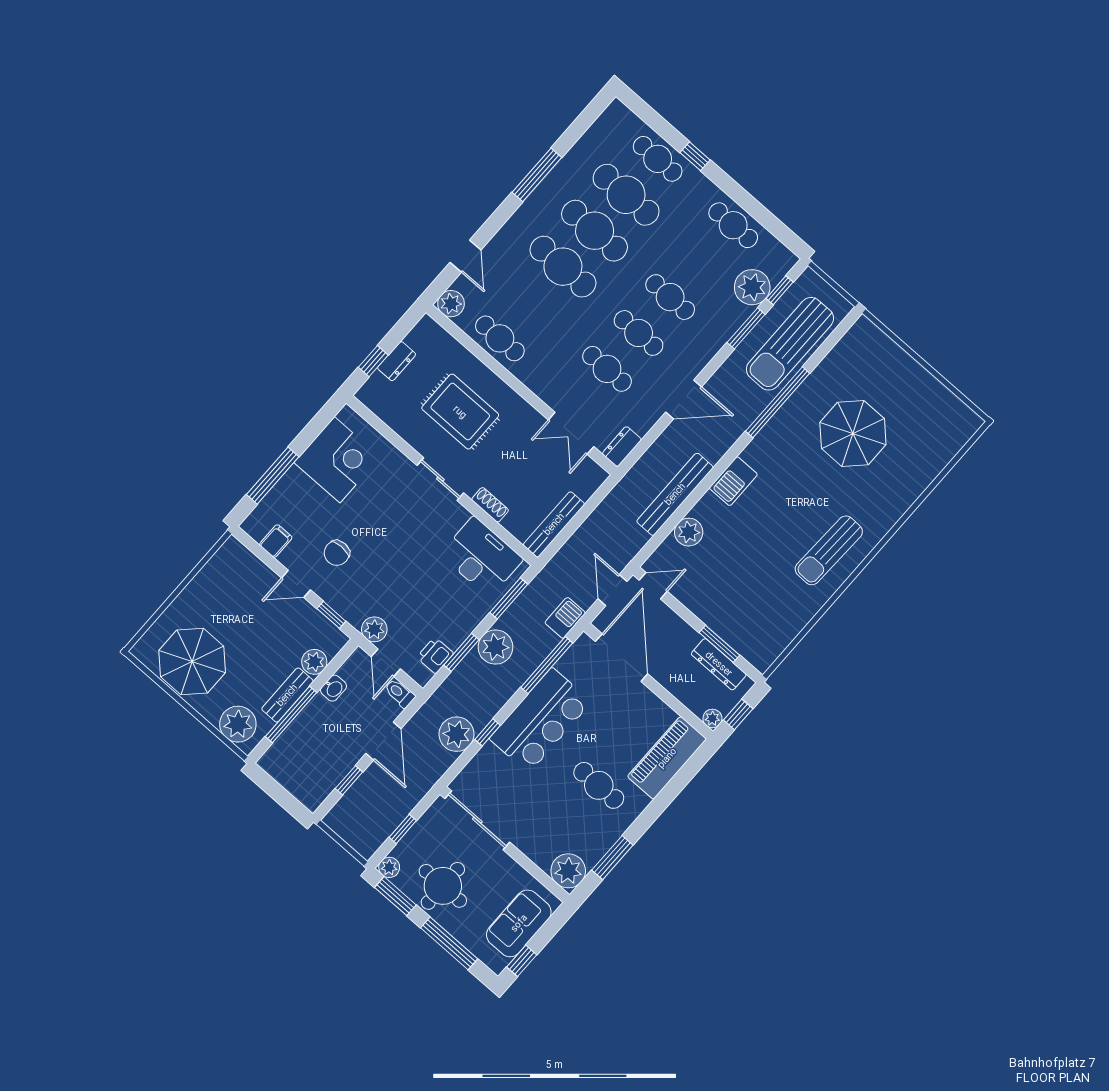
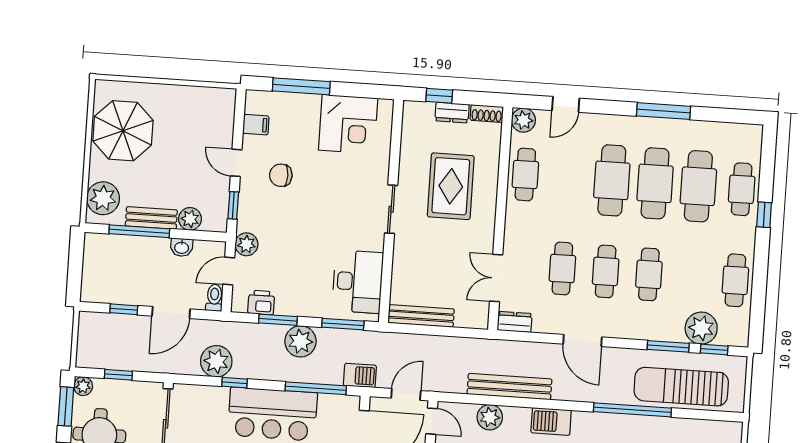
shoe rack: (490, 505) -> (487, 114), moved, turned 90

